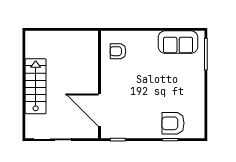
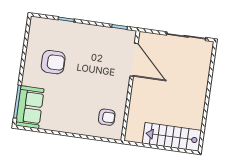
sofa: (178, 42) -> (30, 107), moved, turned 90
stairs: (36, 86) -> (172, 137), moved, turned 90
armchair: (173, 123) -> (53, 62), moved

